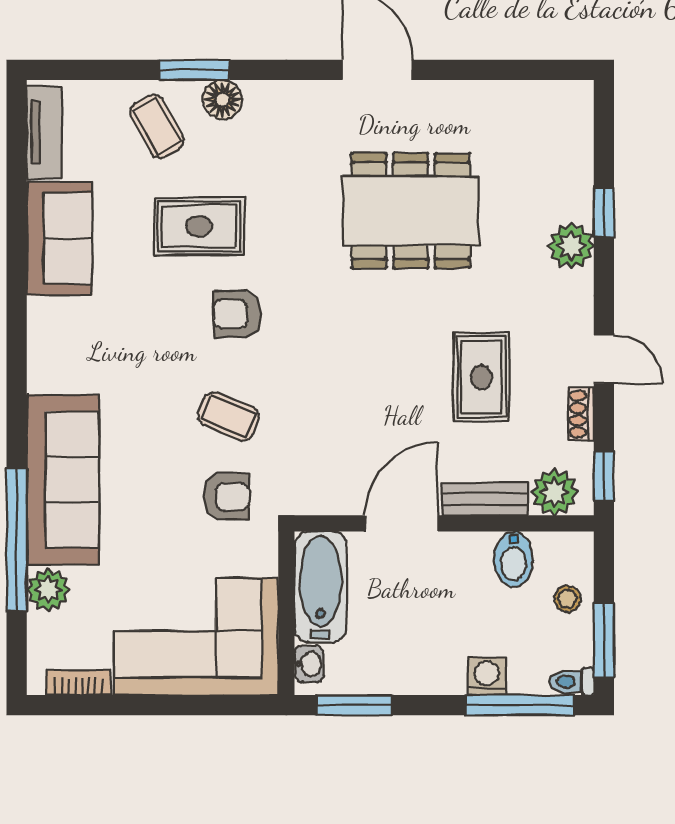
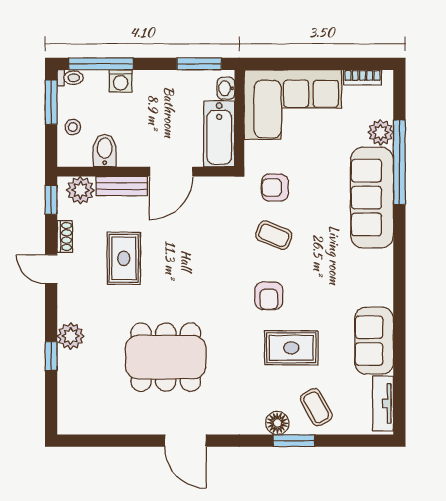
armchair: (237, 314) -> (269, 296), turned 90

